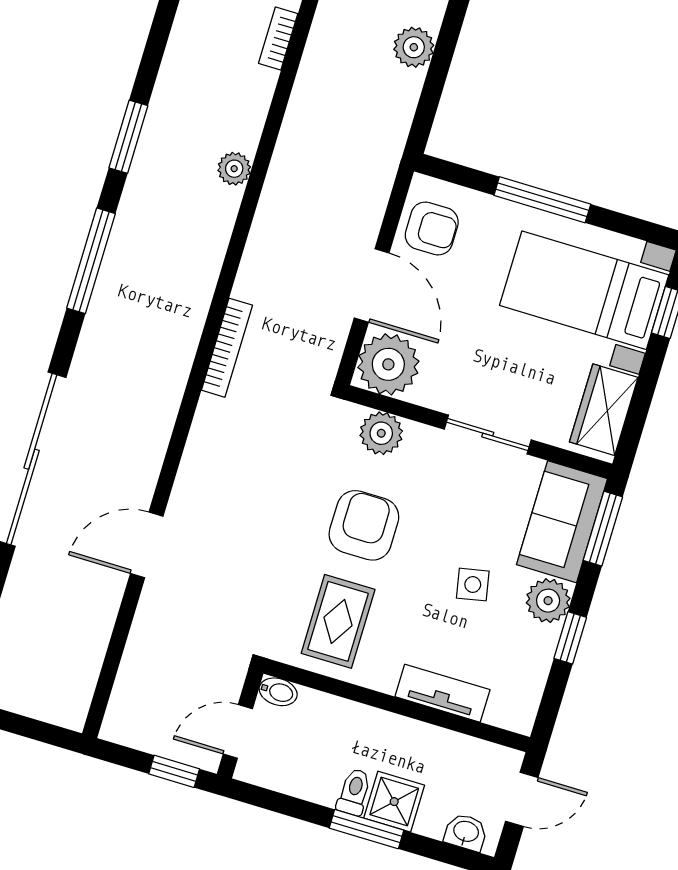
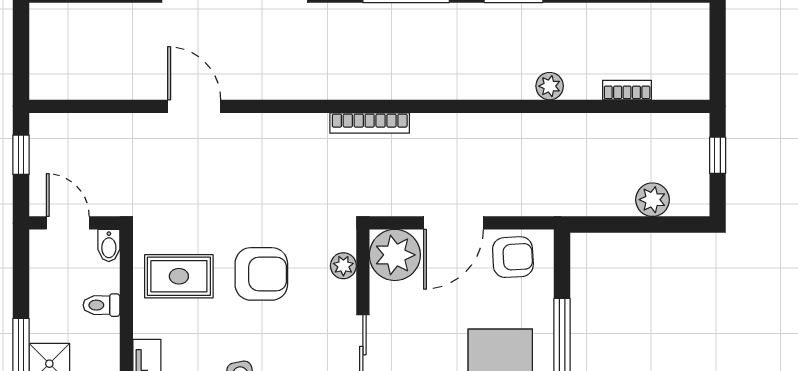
plant: (234, 169) -> (550, 86), moved
armchair: (432, 228) -> (513, 257), turned -93
plant: (381, 433) -> (343, 266), width x0.73, depth x0.73
window: (174, 771) -> (21, 155), moved
toilet: (354, 792) -> (101, 305), moved, turned 180

